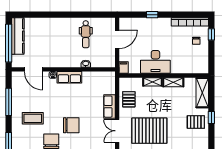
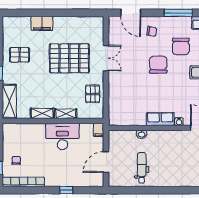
row of seats: (109, 107) -> (115, 86), removed
pallet: (196, 122) -> (20, 55), moved
chair: (71, 125) -> (158, 65), turned 90

